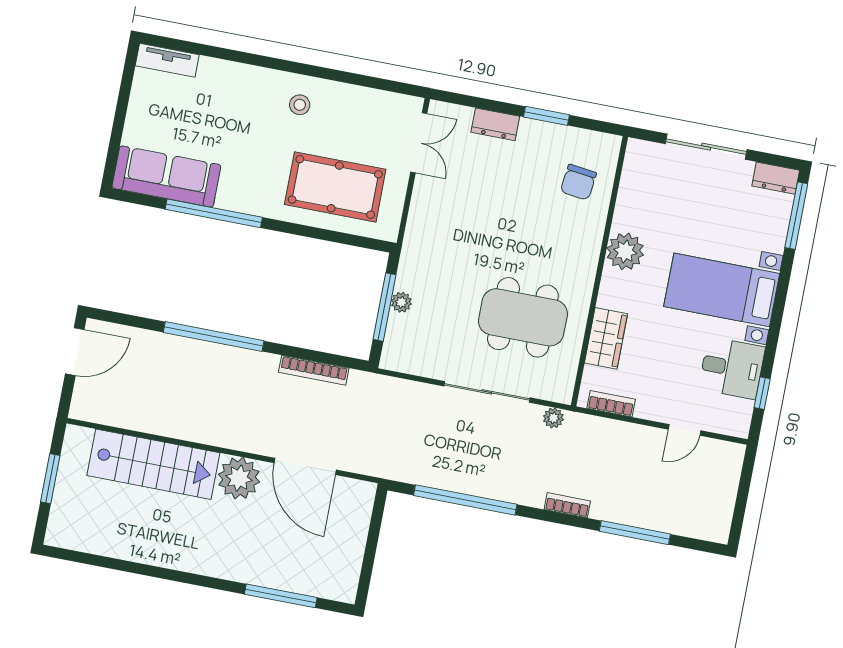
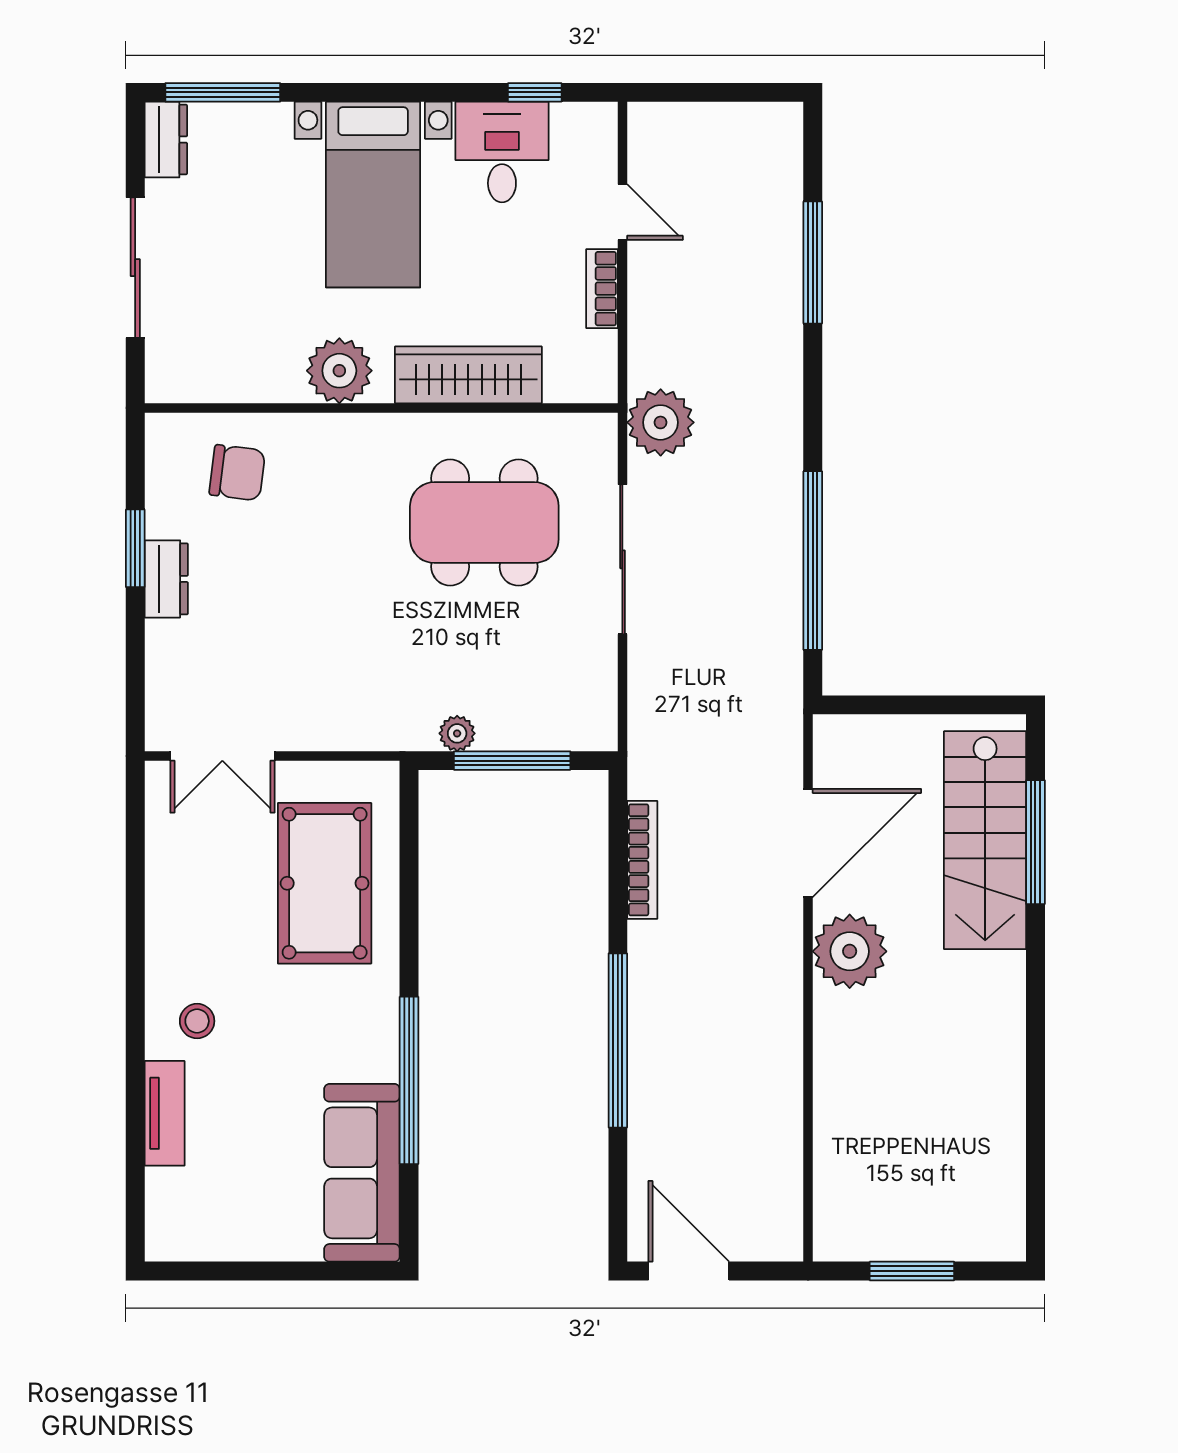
tv unit: (167, 60) -> (165, 1113), moved
stool: (300, 105) -> (197, 1021), moved
dresser: (495, 124) -> (166, 579), moved
double door: (419, 143) -> (222, 756), swing flipped
plant: (401, 302) -> (457, 733), moved
dining table: (523, 317) -> (484, 523), turned 90
wardrobe: (606, 338) -> (468, 375), width x1.50
bookcase: (611, 404) -> (602, 289), moved
plant: (553, 418) -> (661, 422), width x1.88, depth x1.88
stairs: (153, 464) -> (985, 840), moved, turned 180
bookcase: (567, 505) -> (788, 386), removed

